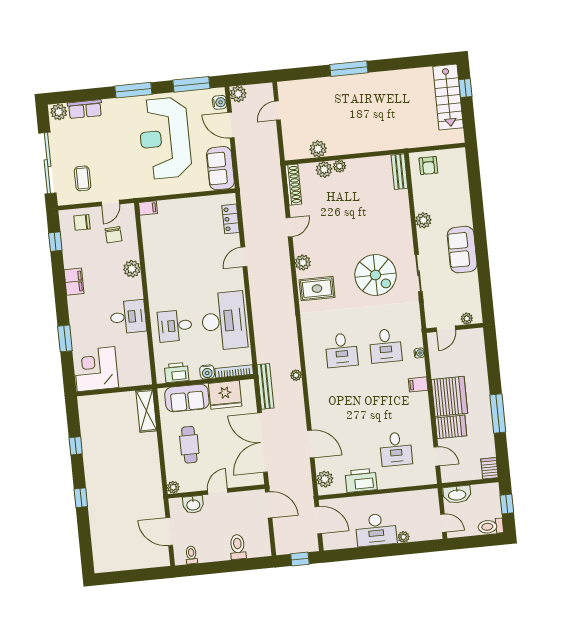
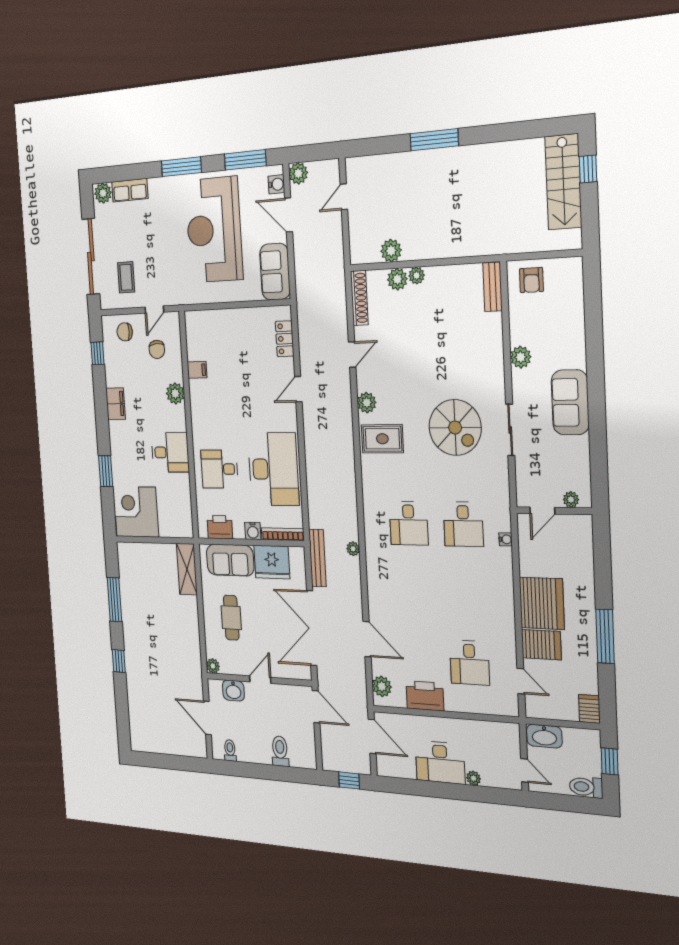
filing cabinet: (148, 208) -> (197, 370), moved
filing cabinet: (418, 384) -> (502, 582), removed
window: (76, 446) -> (114, 600), width x2.17

